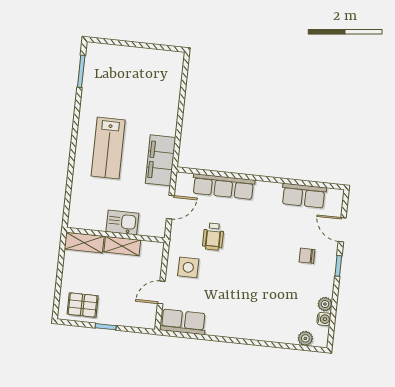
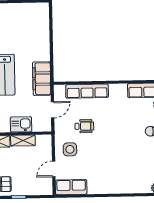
wheelchair: (213, 237) -> (84, 126), turned -90

